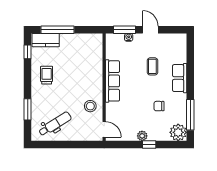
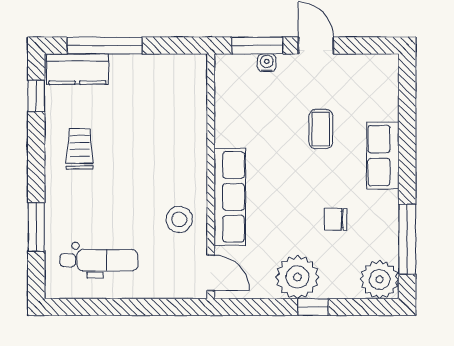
row of seats: (113, 81) -> (230, 197), moved
dental chair: (55, 124) -> (99, 260), turned 32
plant: (142, 136) -> (297, 277), width x1.88, depth x1.88

